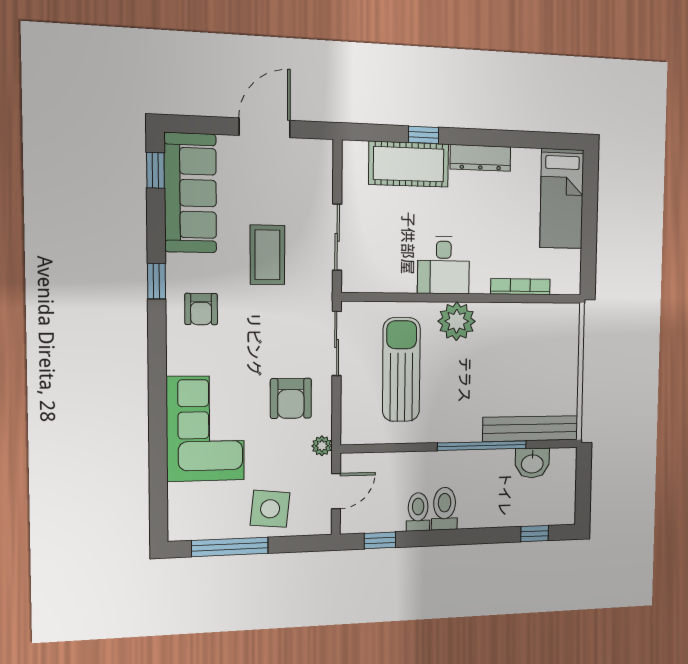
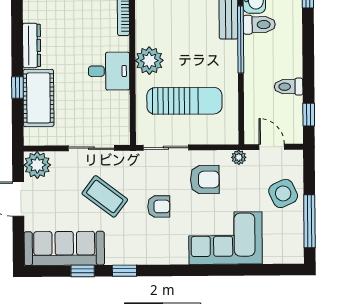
plant: (314, 158) -> (37, 165), added
window: (155, 170) -> (83, 271), moved
coffee table: (267, 255) -> (105, 196), turned 37
armchair: (201, 309) -> (159, 207), moved
sun lounger: (401, 370) -> (184, 101), turned 180
side table: (270, 509) -> (283, 193), turned -31
toilet: (444, 509) -> (259, 25), moved, turned 180

